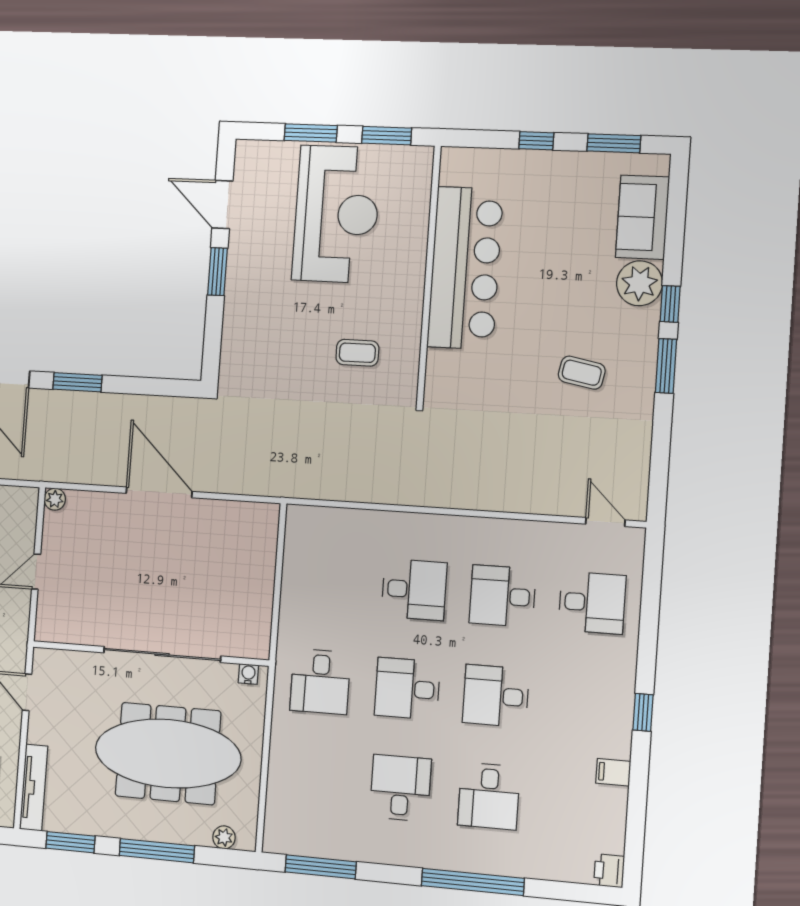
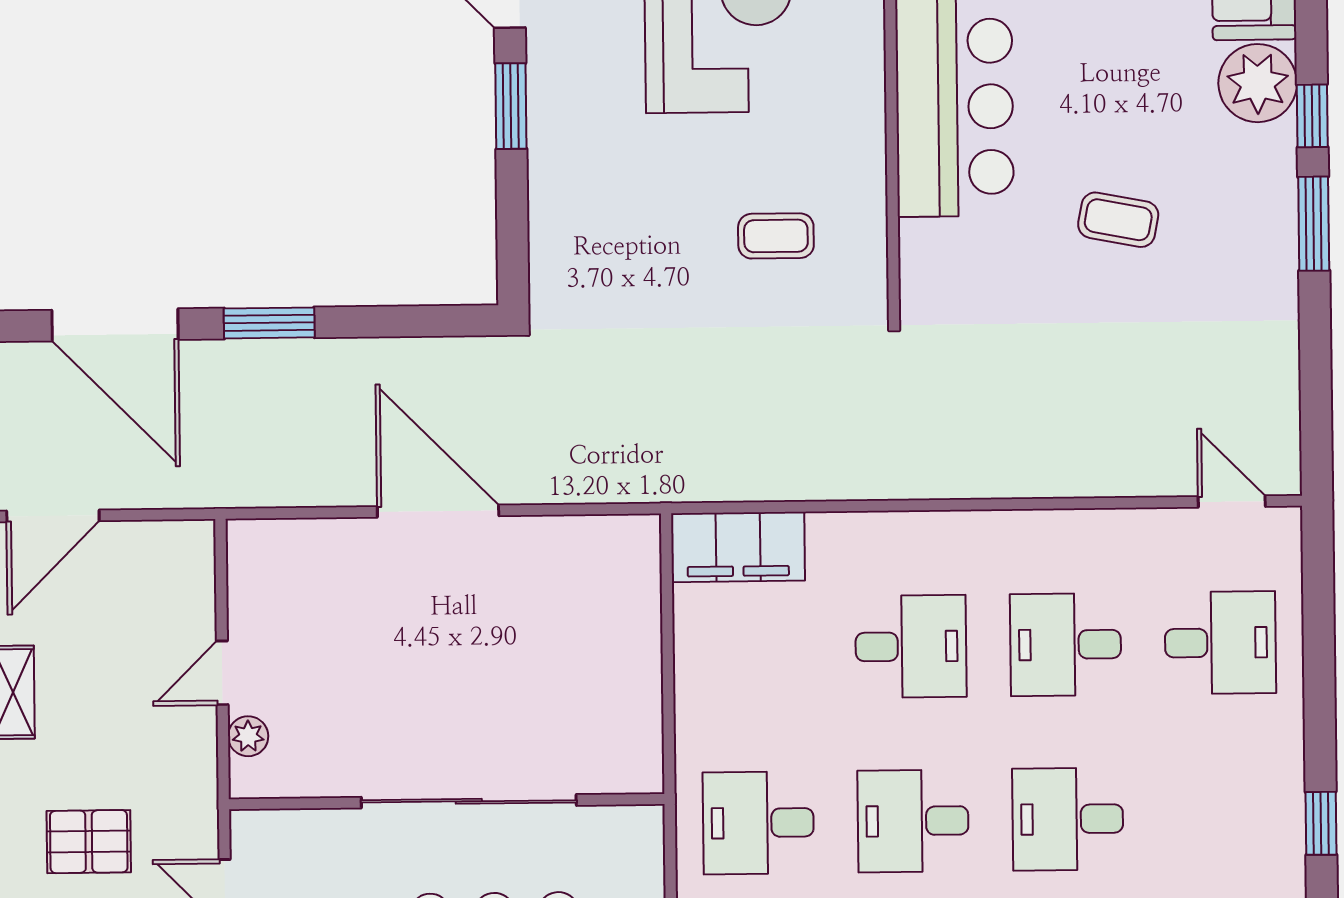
coffee table: (582, 373) -> (1118, 220), moved
plant: (55, 499) -> (248, 736), moved
filing cabinet: (322, 525) -> (738, 547), added
water cooler: (248, 674) -> (629, 822), removed
desk: (320, 681) -> (758, 823), turned 90

